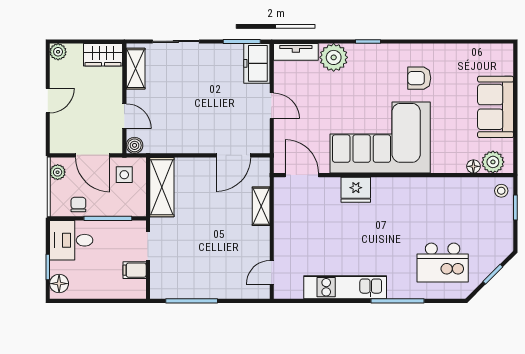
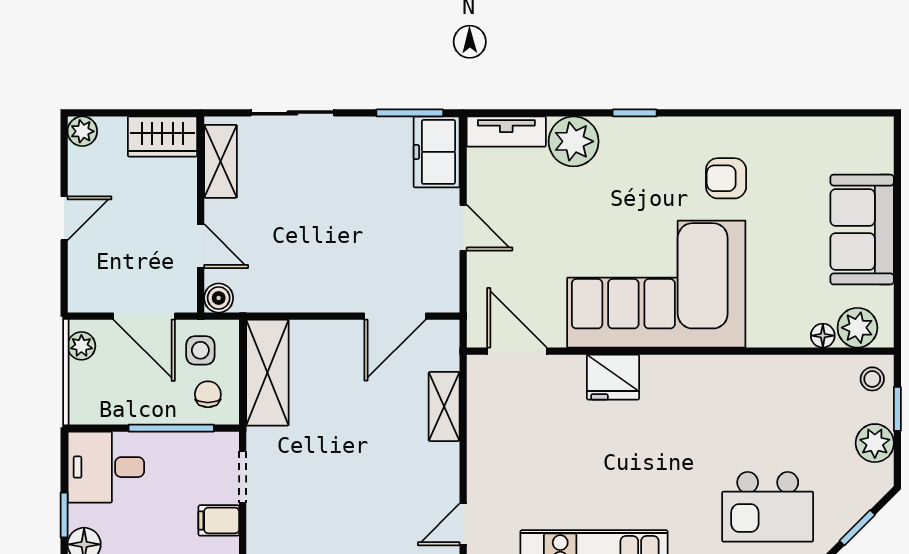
chair: (78, 204) -> (208, 394), moved
plant: (503, 227) -> (875, 443), added

